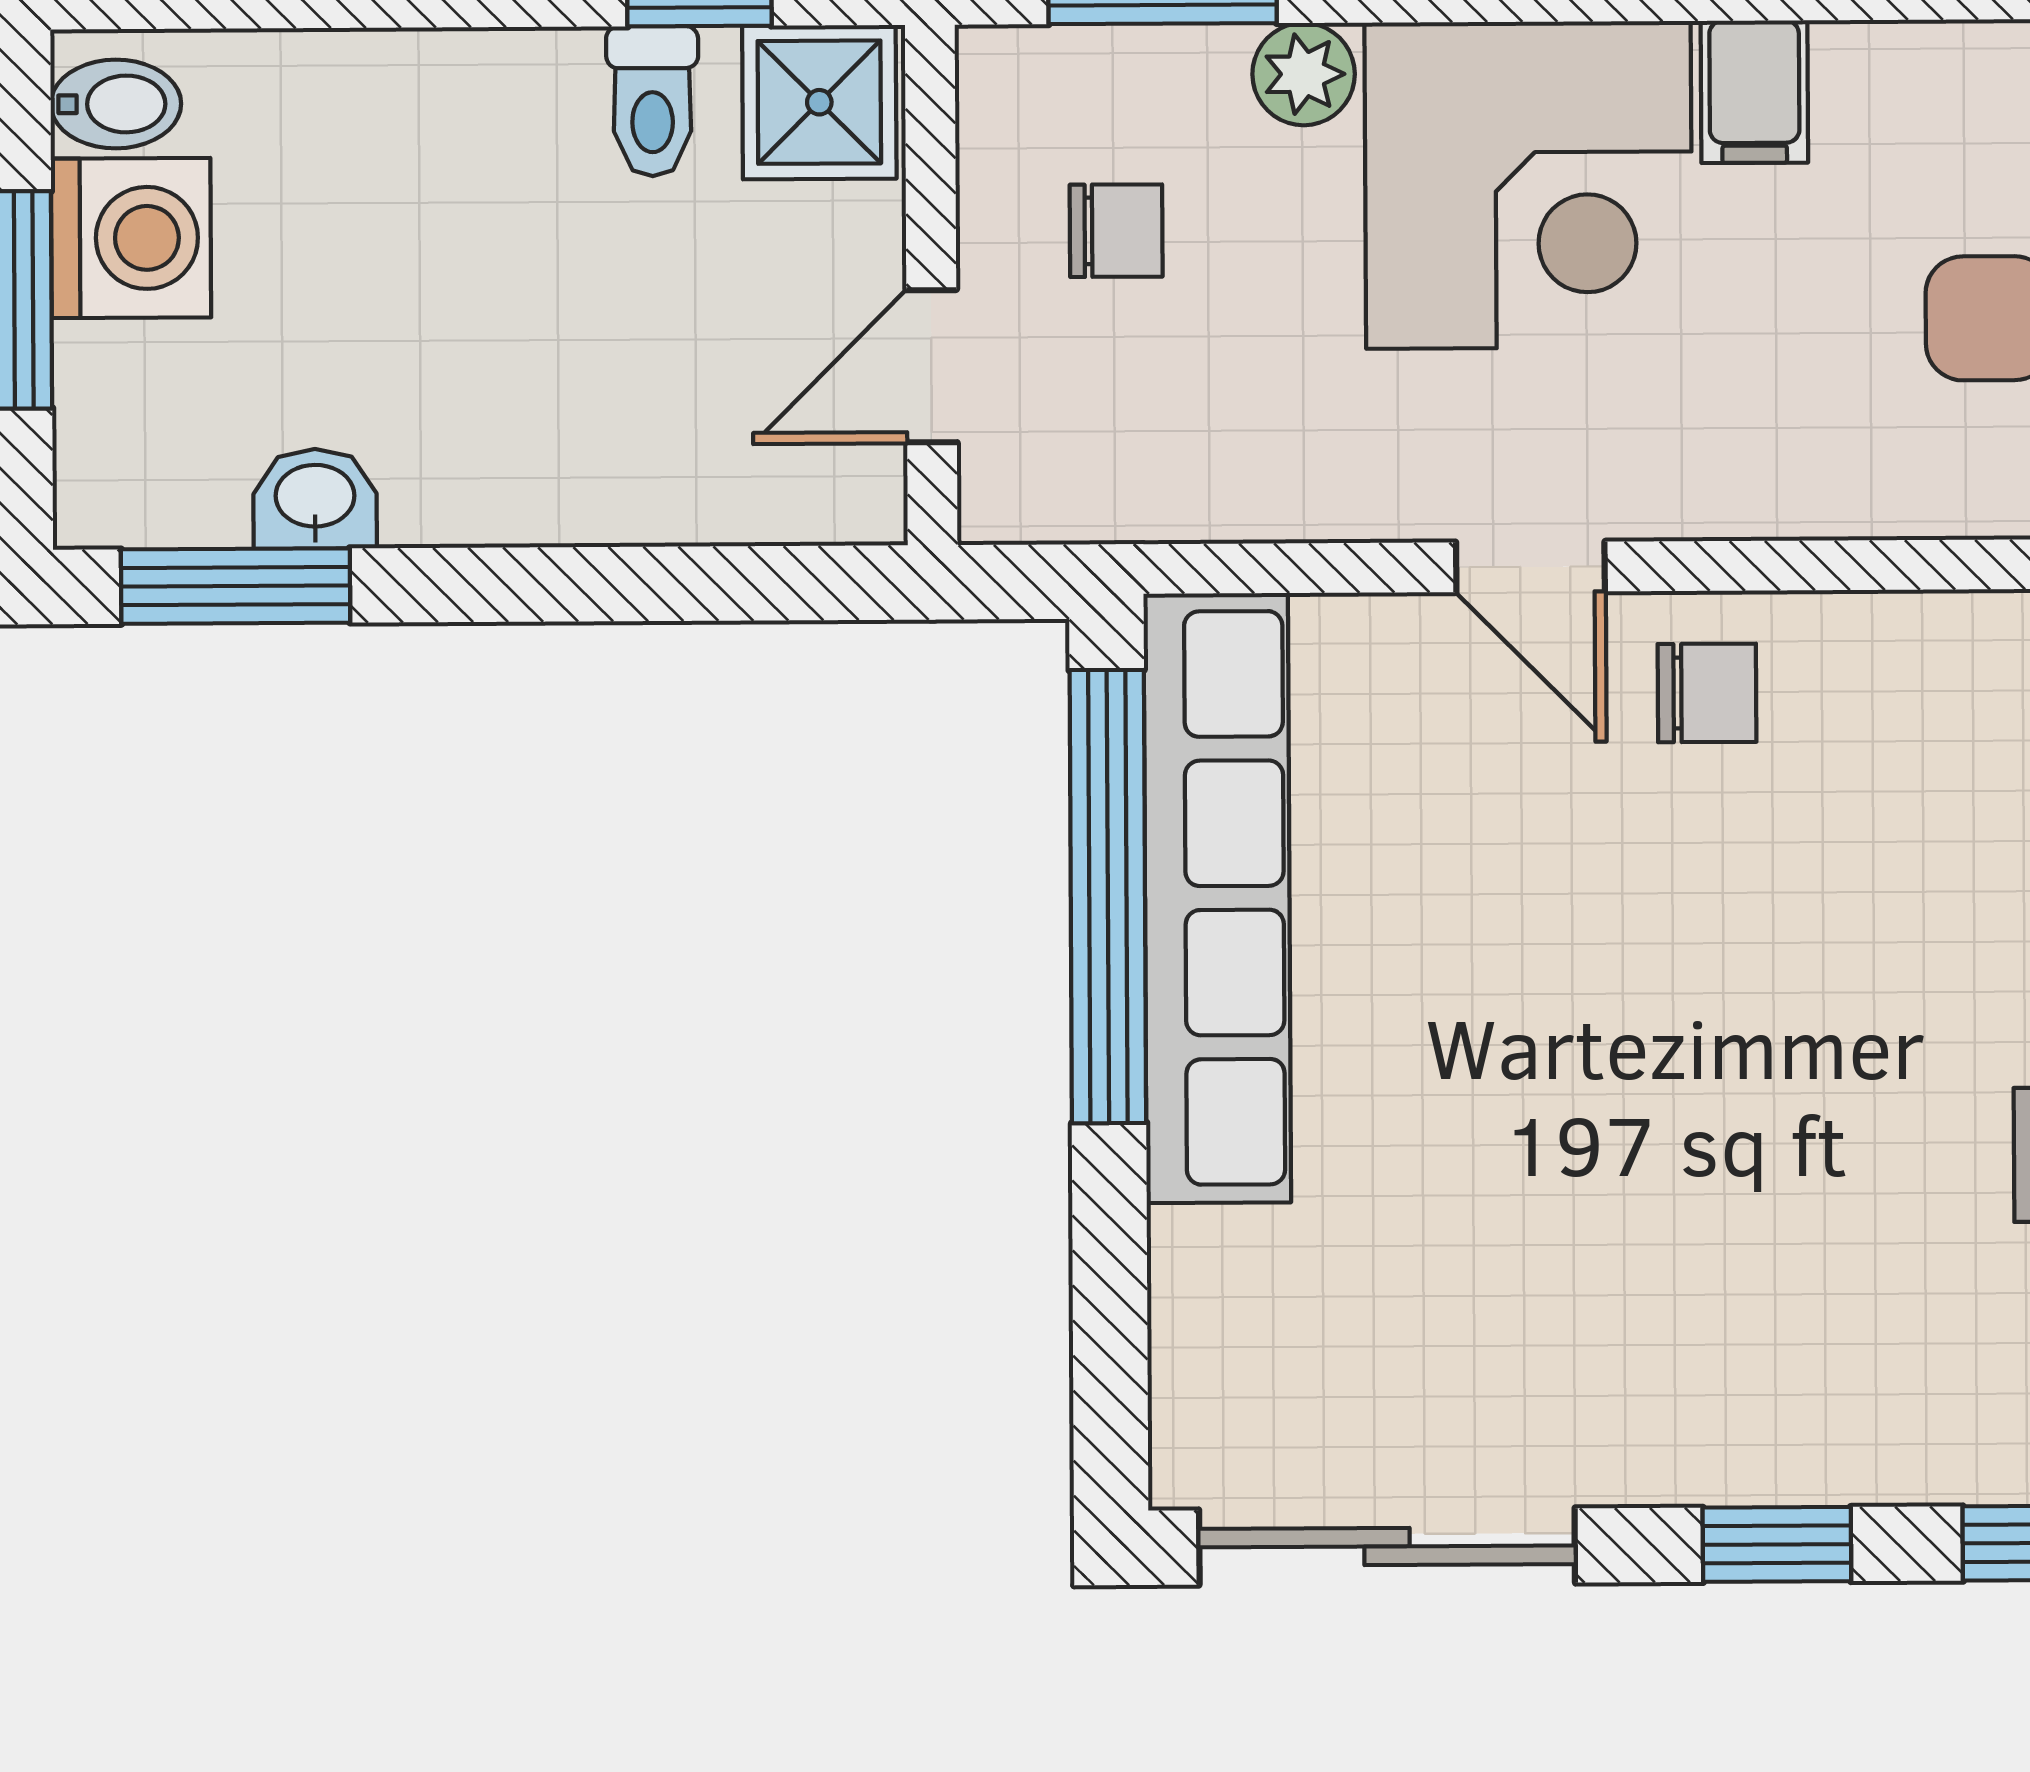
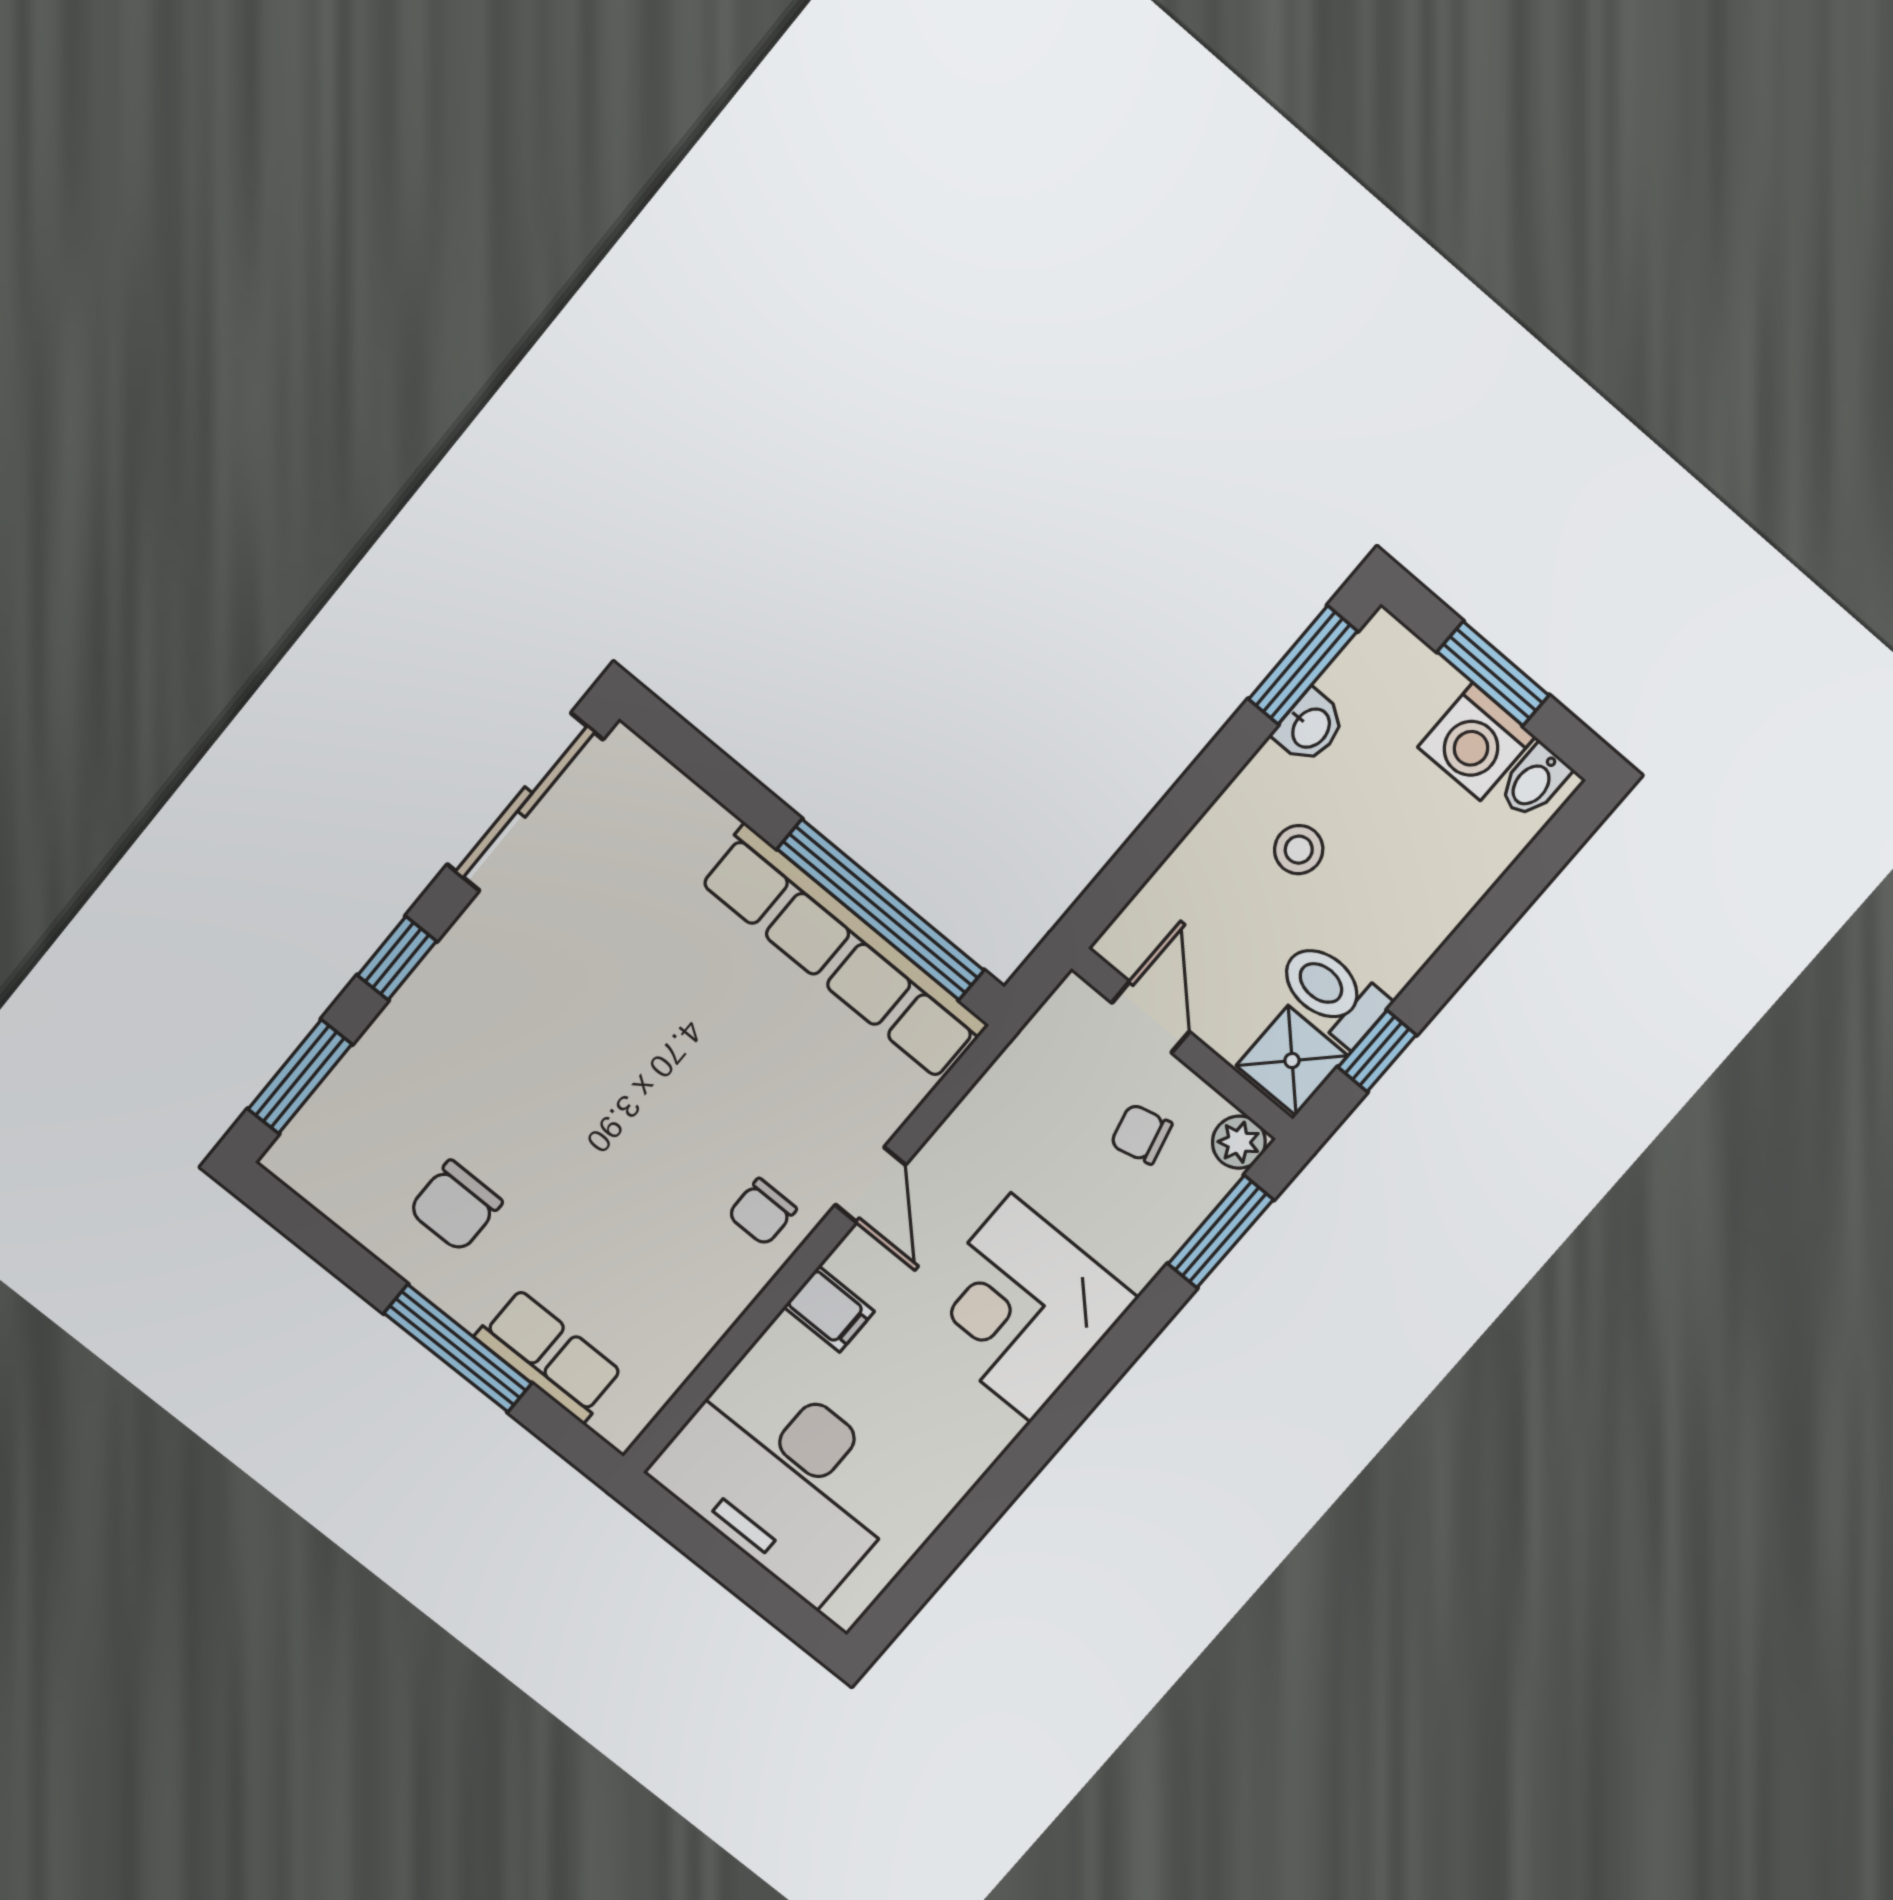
plant: (1304, 74) -> (1239, 1142), moved
filing cabinet: (1754, 92) -> (829, 1309), moved, turned 180
toilet: (652, 101) -> (1332, 993), width x1.37, depth x1.39
chair: (1116, 231) -> (1141, 1134), turned 76
stool: (504, 361) -> (1299, 850), added
door: (1530, 567) -> (870, 1185), swing flipped

